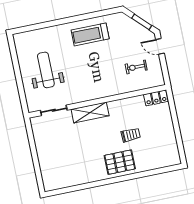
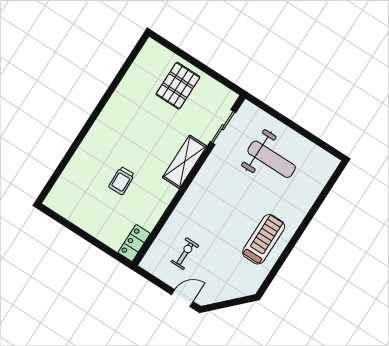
window: (142, 22) -> (225, 304), removed
pallet: (120, 162) -> (178, 86), moved

